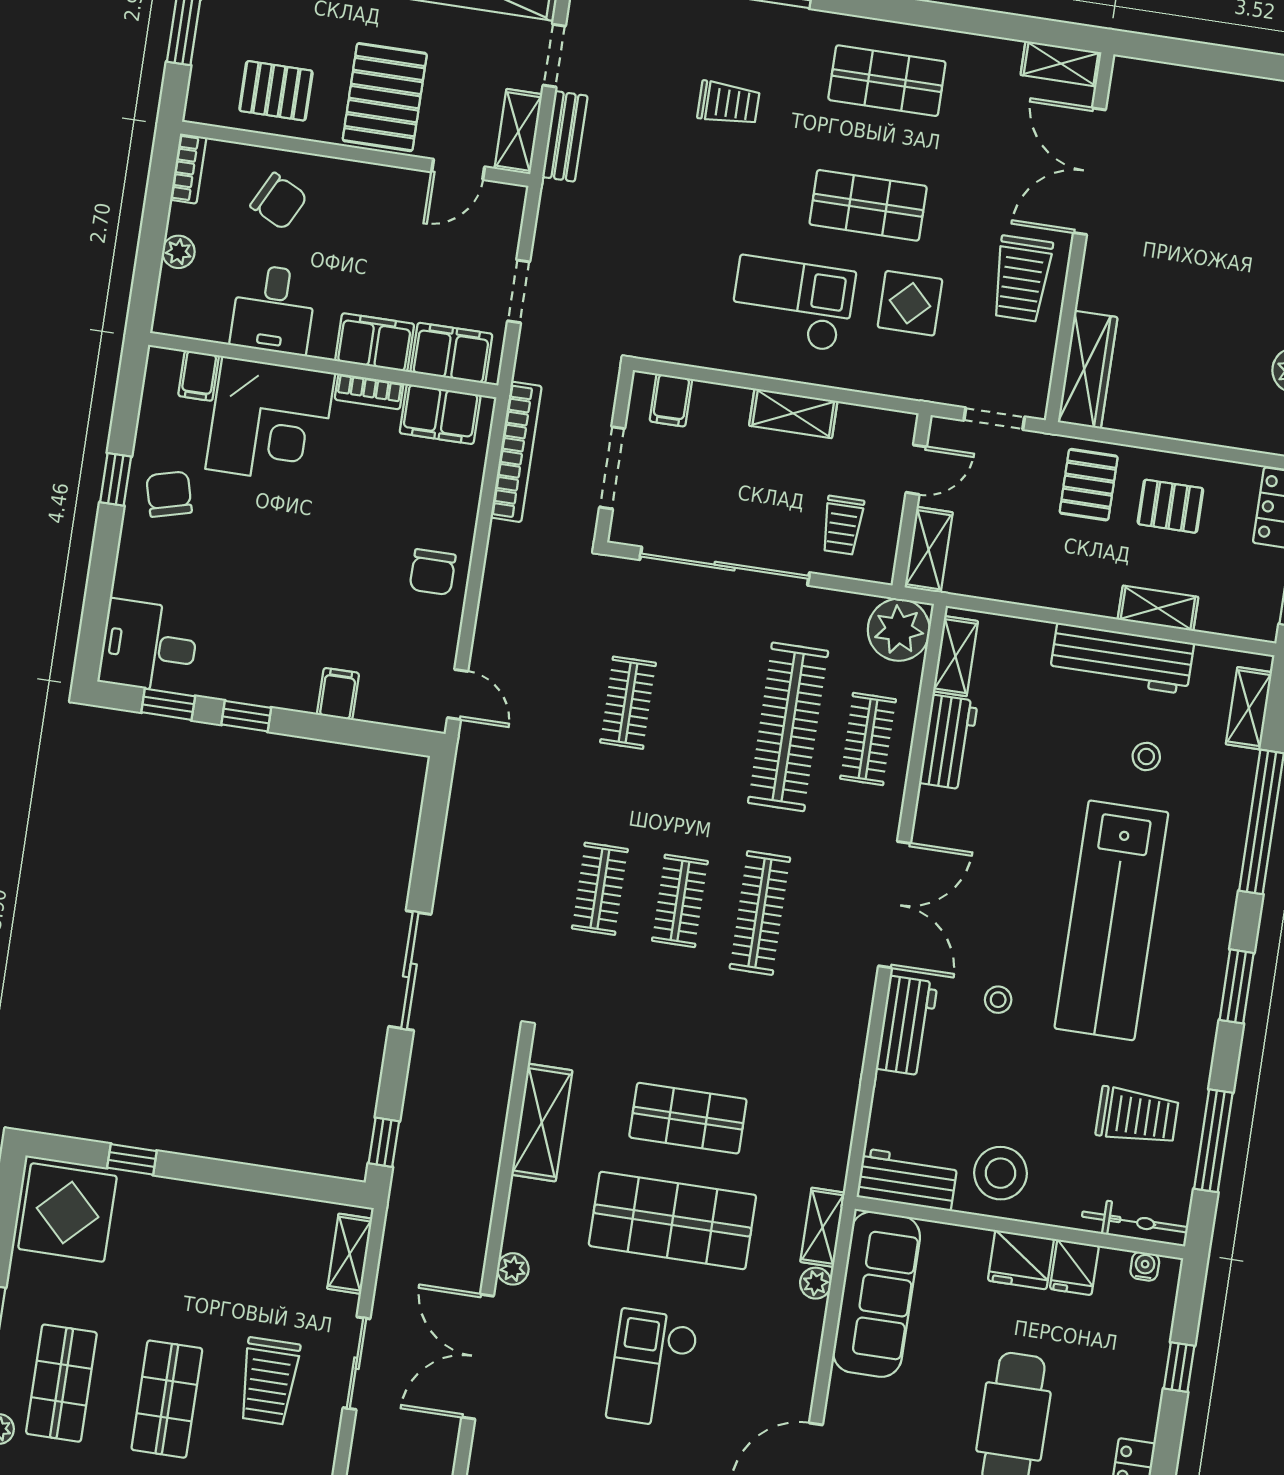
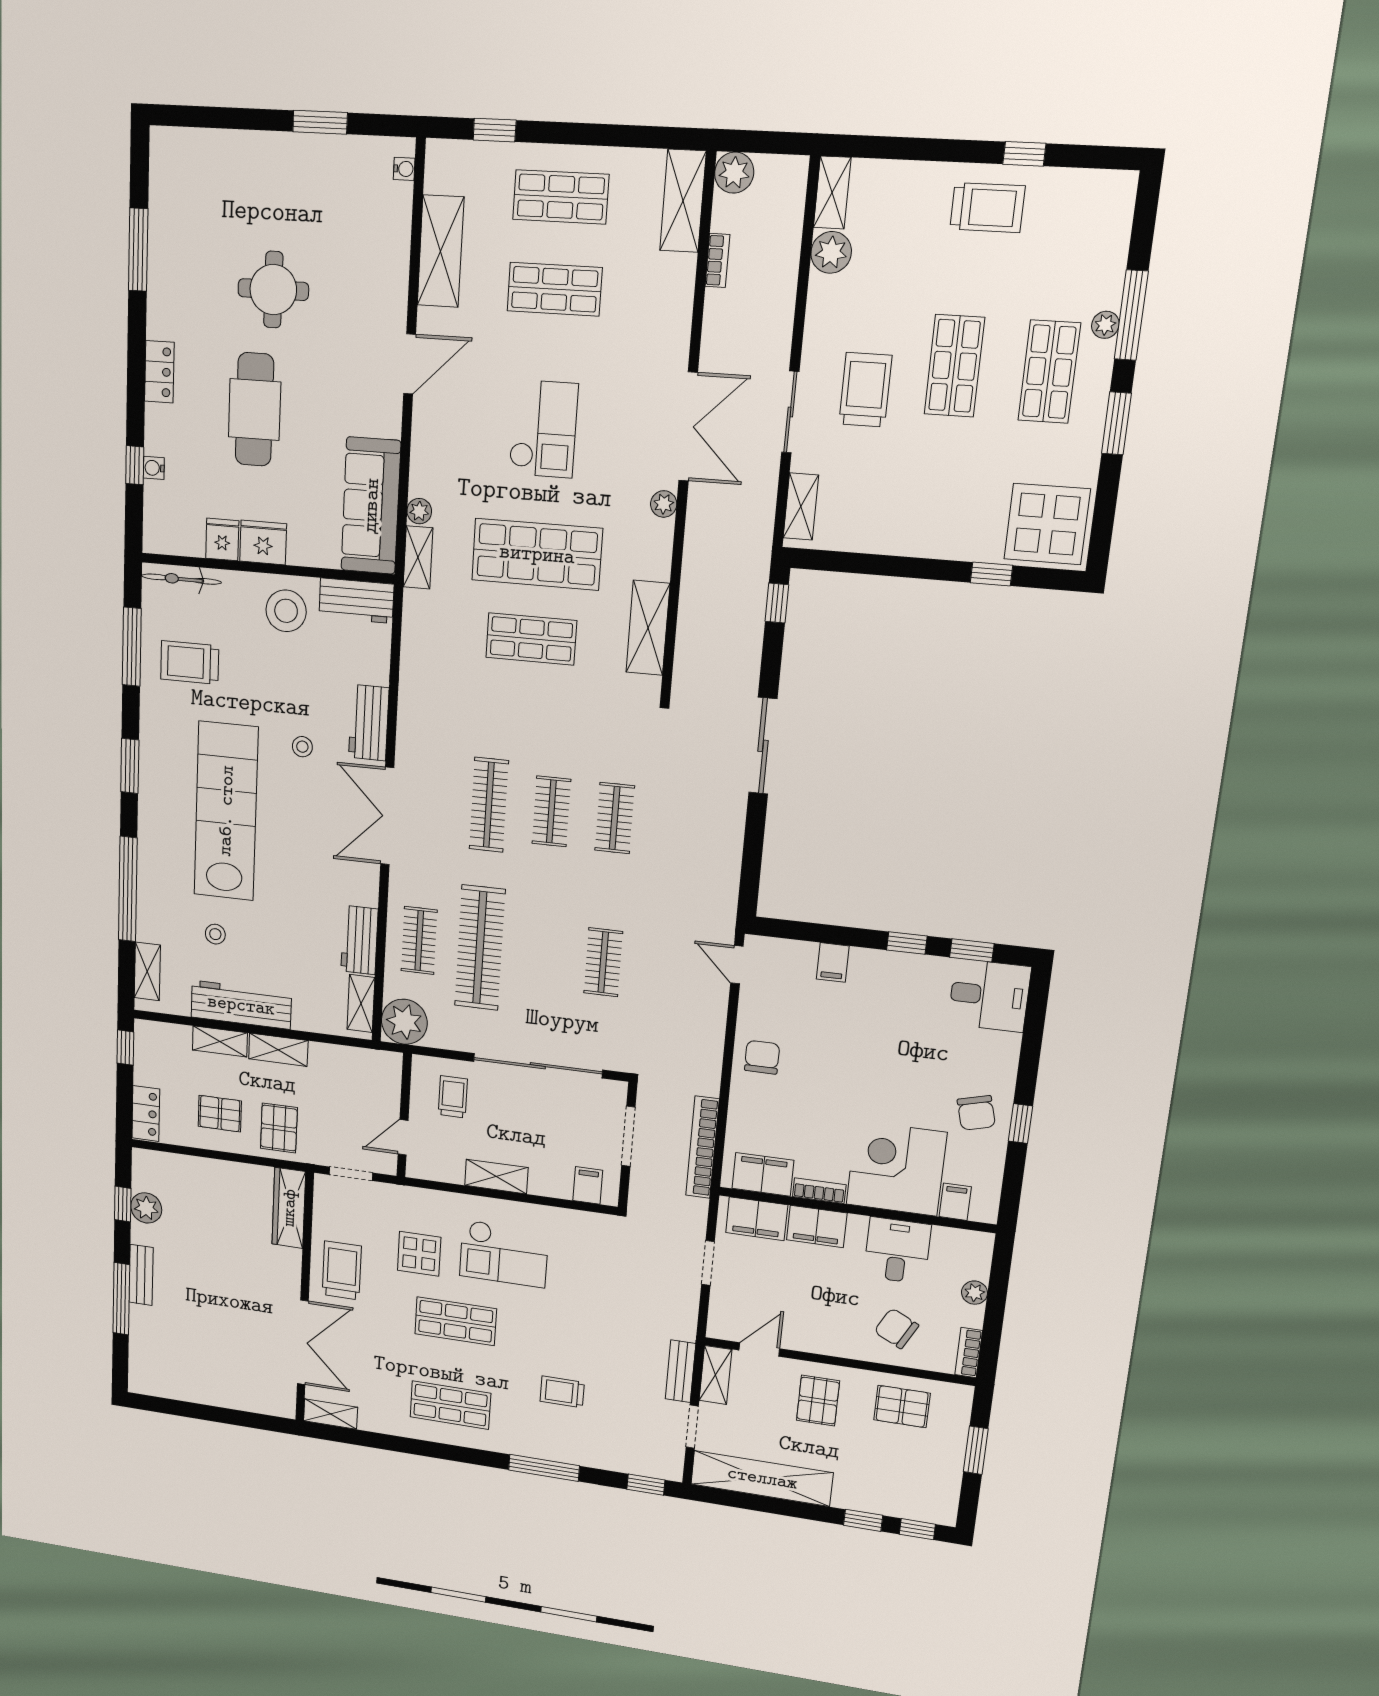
pallet: (385, 97) -> (818, 1401), width x0.67, depth x0.71
shelving: (929, 550) -> (278, 1050), moved, turned 90
water cooler: (1145, 1266) -> (154, 468), moved, turned 90

